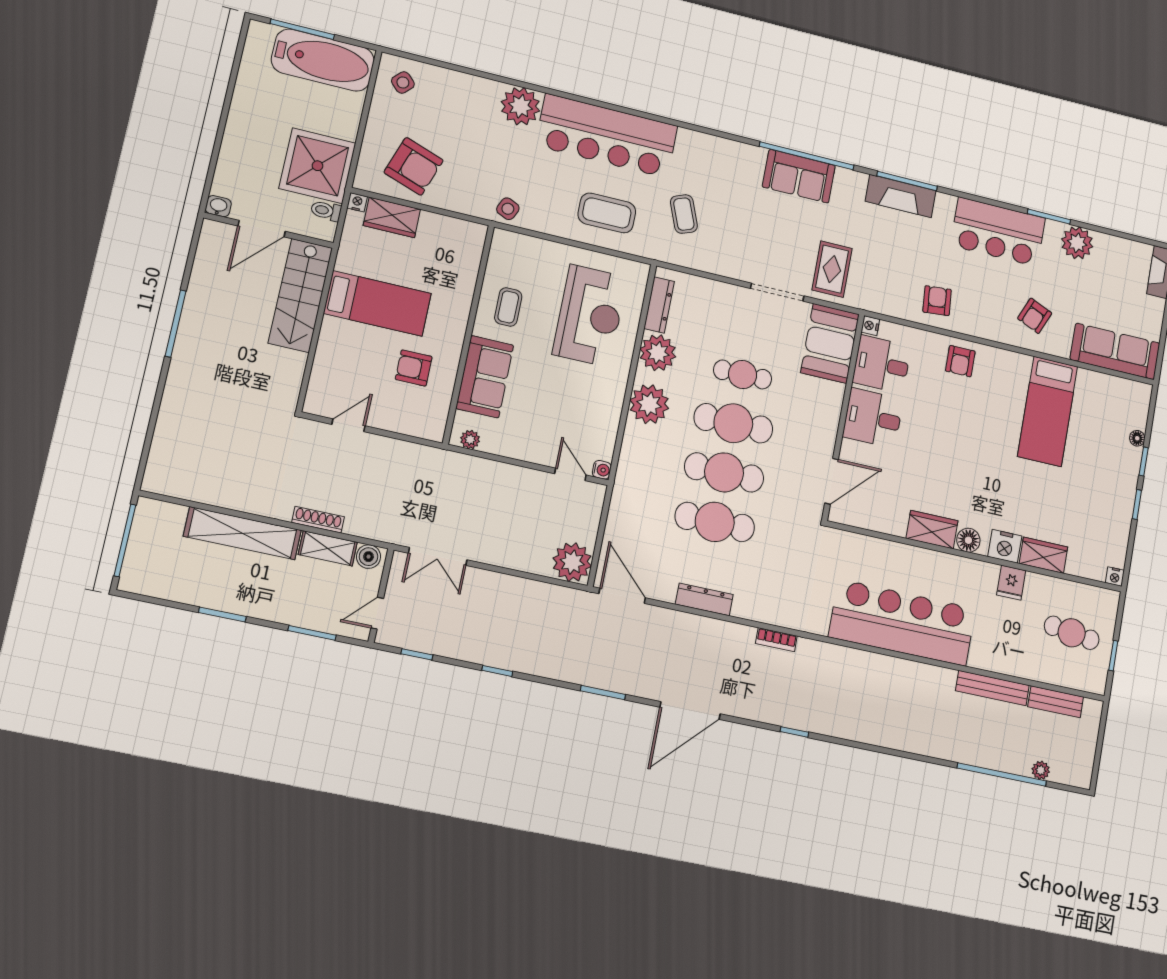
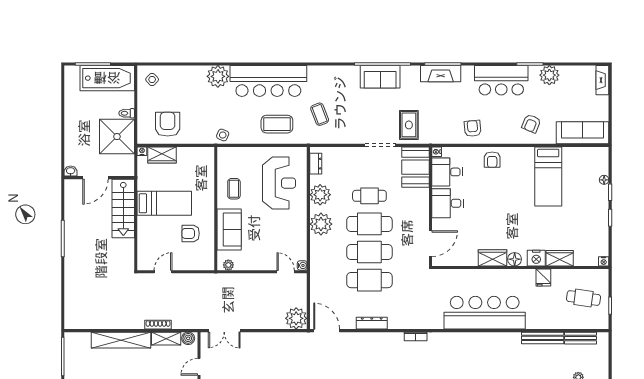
armchair: (414, 166) -> (168, 124), turned -109
toilet: (326, 211) -> (127, 113), moved
dresser: (659, 305) -> (316, 164), width x0.70

